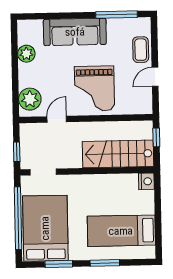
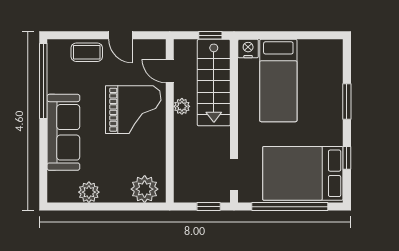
window: (116, 15) -> (43, 81), width x1.46
door: (57, 119) -> (170, 71), moved
plant: (98, 128) -> (182, 106), added
window: (156, 137) -> (210, 35), moved
bed: (121, 231) -> (278, 80), moved
window: (59, 264) -> (347, 158), width x0.67

